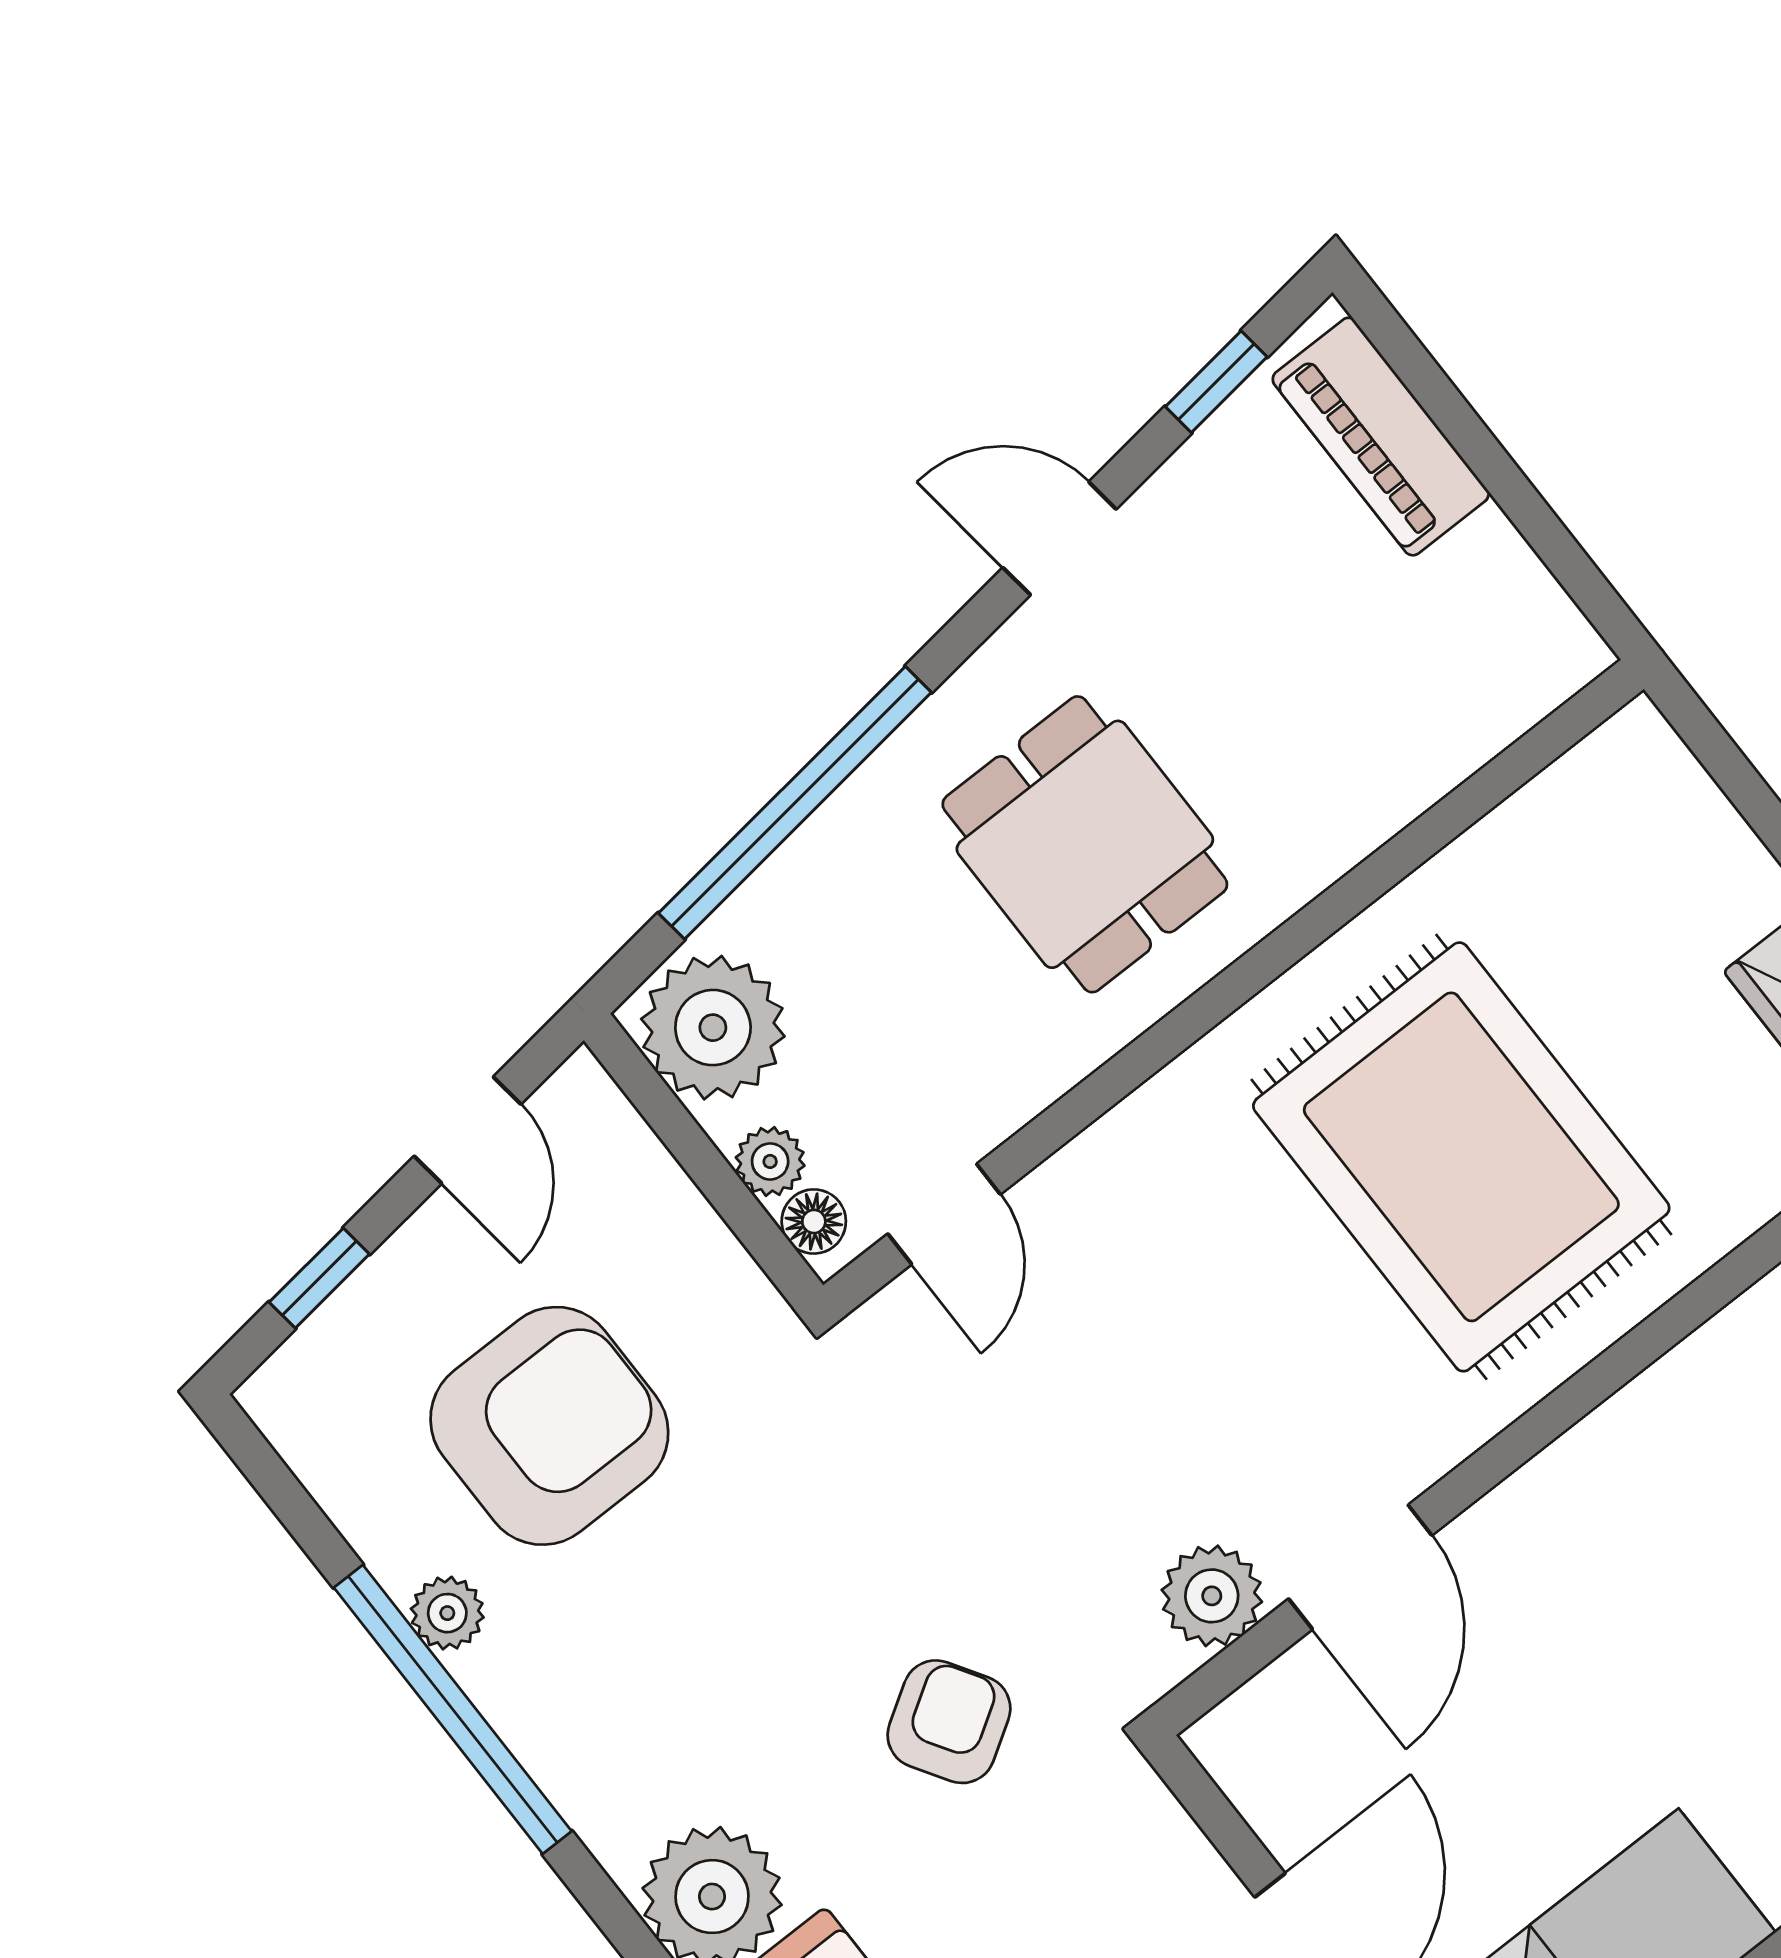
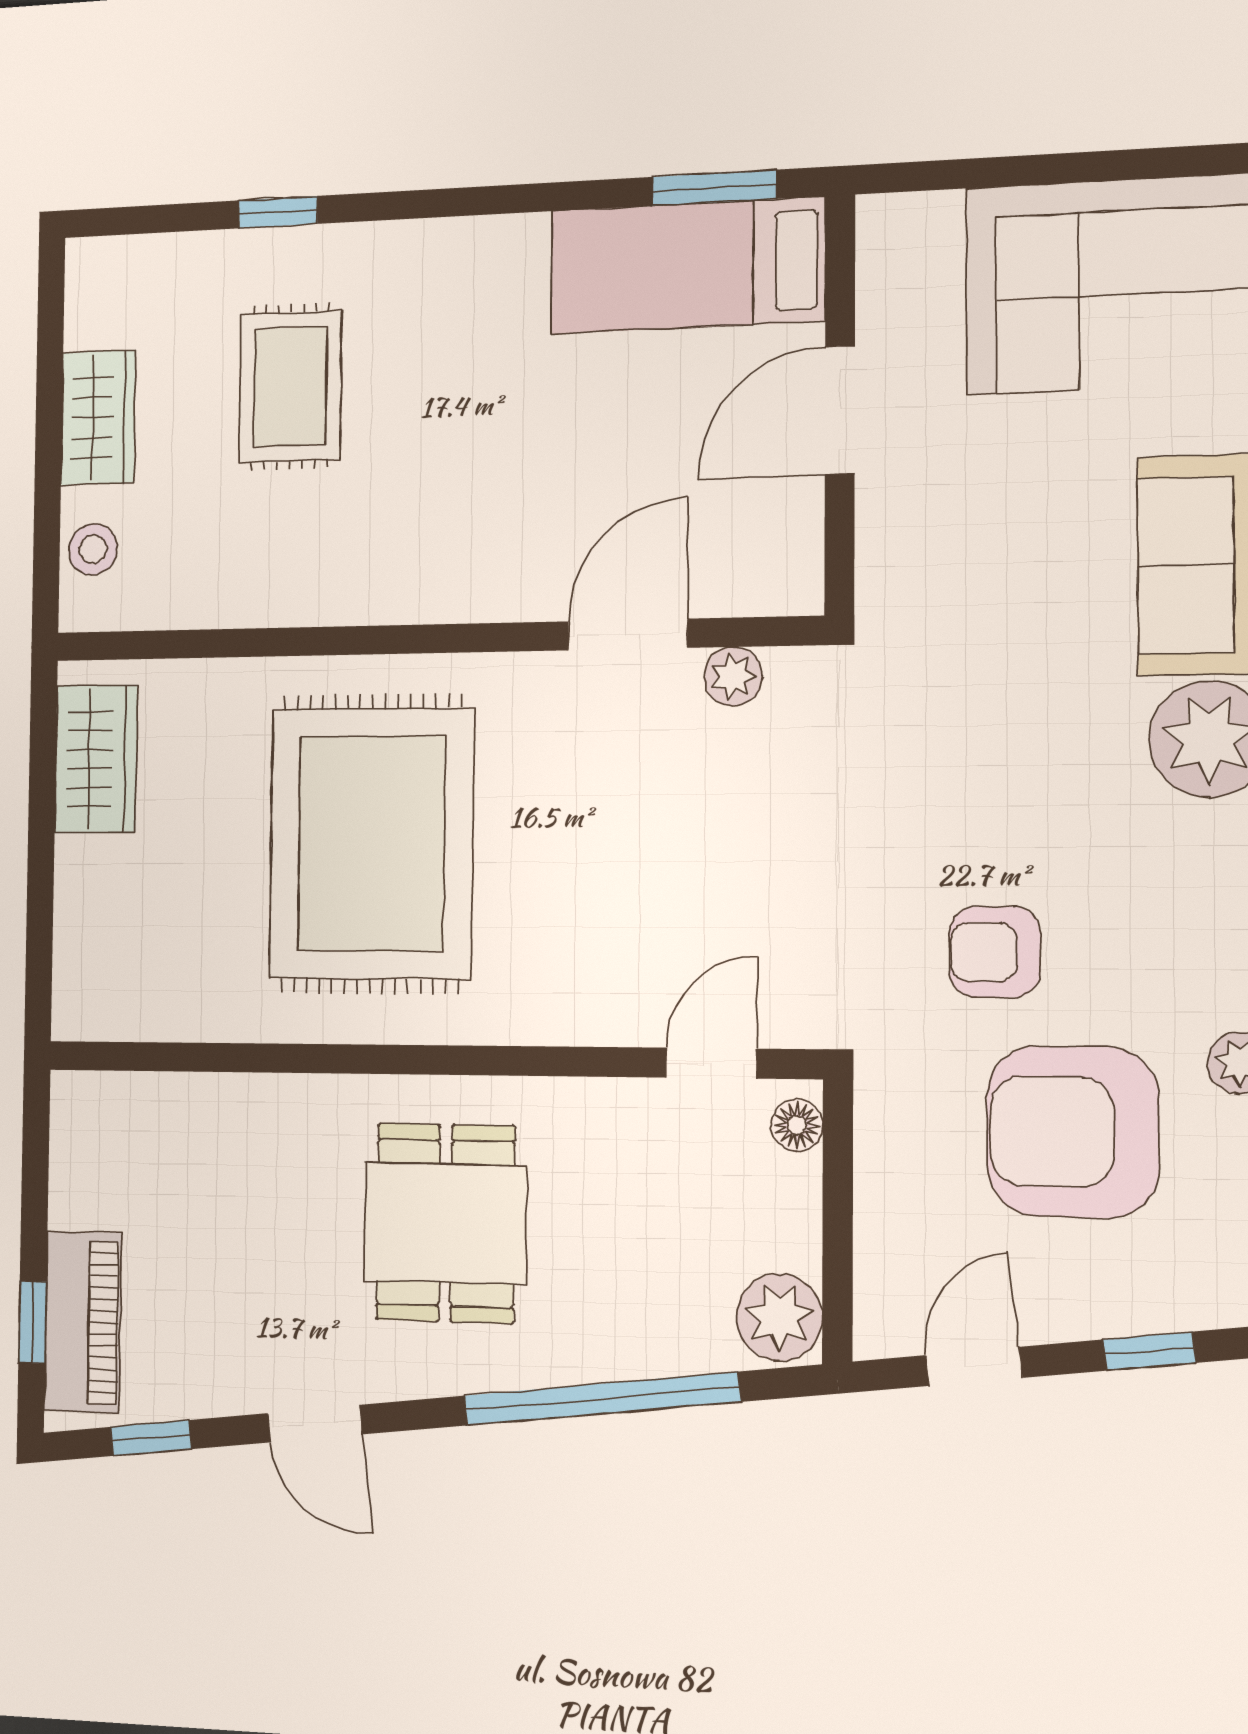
window: (1434, 391) -> (32, 1322), added
plant: (713, 1028) -> (779, 1317), width x0.73, depth x0.73
plant: (770, 1161) -> (795, 1186), removed
plant: (1212, 1596) -> (733, 677), width x0.73, depth x0.73
armchair: (949, 1722) -> (995, 952), moved, turned 32

